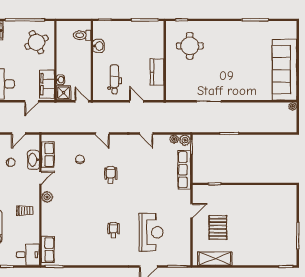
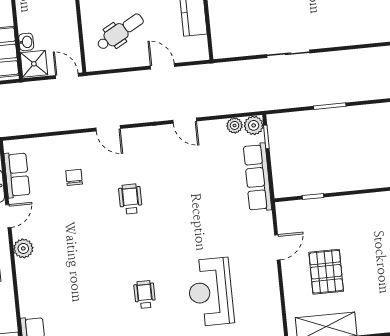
dental chair: (114, 79) -> (120, 32), turned 61
reception desk: (151, 232) -> (210, 292), turned 180

